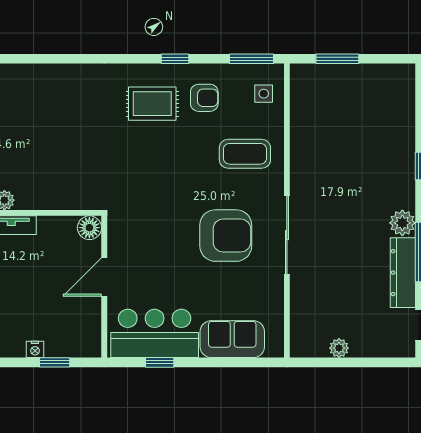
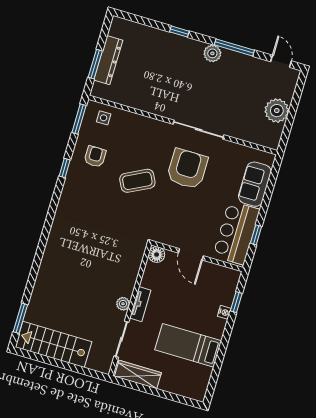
rug: (152, 104) -> (89, 191), removed
coffee table: (245, 154) -> (137, 181), moved, turned 63
dresser: (403, 273) -> (108, 60), moved, turned -90
plant: (339, 348) -> (277, 111), width x1.87, depth x1.87

